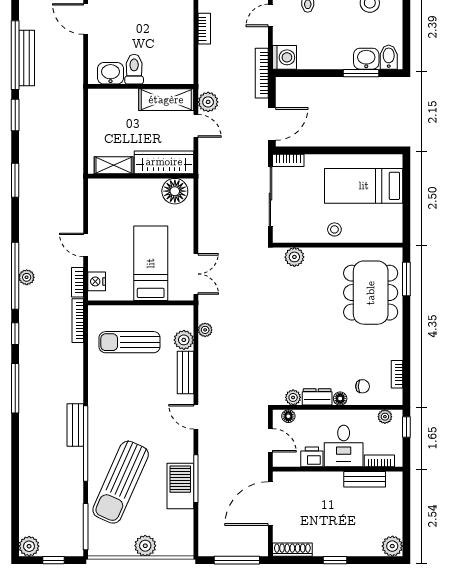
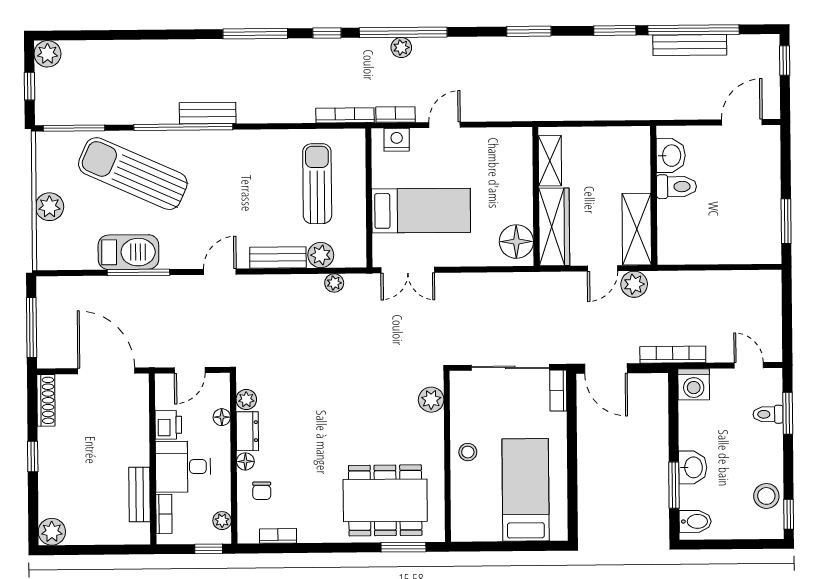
bookcase: (204, 29) -> (731, 278), removed
washbasin: (366, 59) -> (693, 467), moved
floor lamp: (288, 416) -> (222, 417), moved

